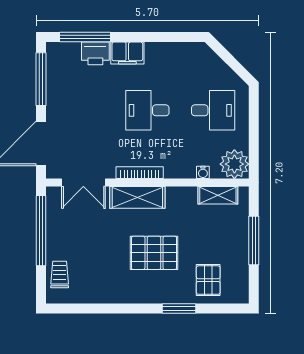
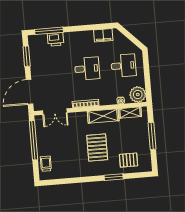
filing cabinet: (127, 53) -> (103, 35), moved
window: (41, 79) -> (27, 56), width x0.69
desk: (147, 110) -> (87, 69), turned 180
shelving: (137, 197) -> (103, 116), moved
pallet: (154, 253) -> (97, 147), turned 90
pallet: (208, 280) -> (128, 160), turned 90

